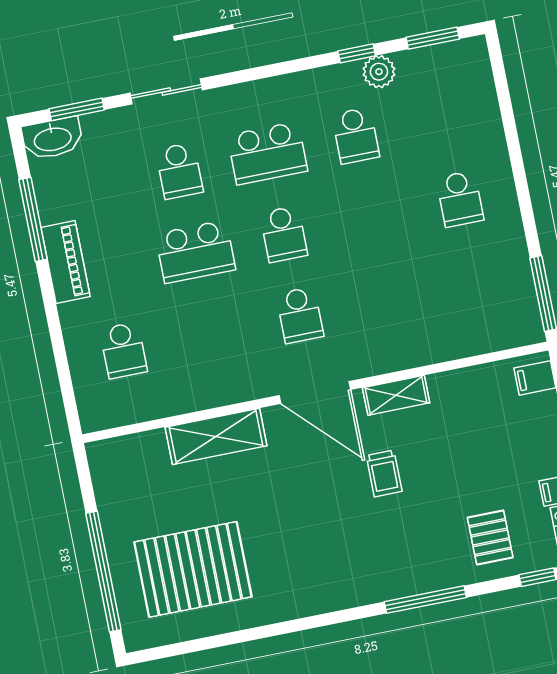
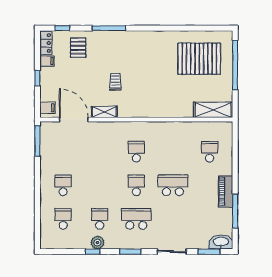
window: (433, 38) -> (130, 252), moved
plant: (379, 72) -> (97, 243), moved
school desk: (179, 171) -> (63, 219), moved
door: (315, 392) -> (74, 120), moved
shelving: (216, 436) -> (213, 110), moved

